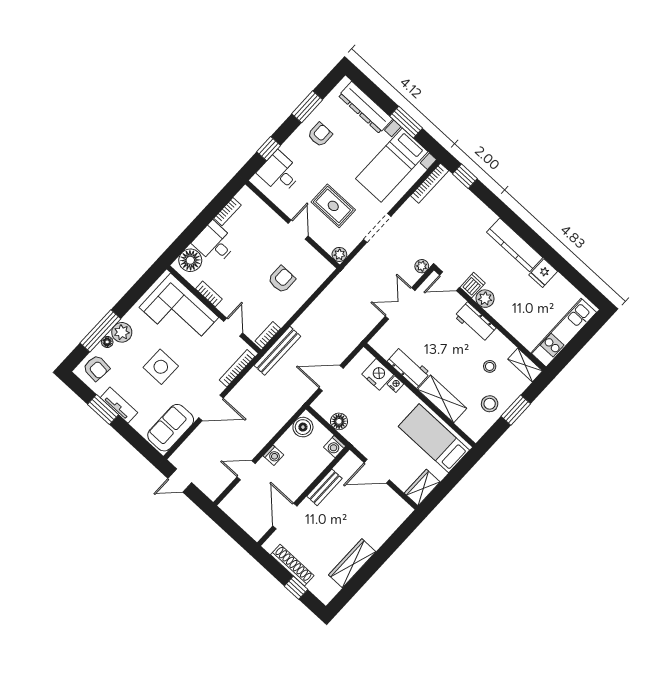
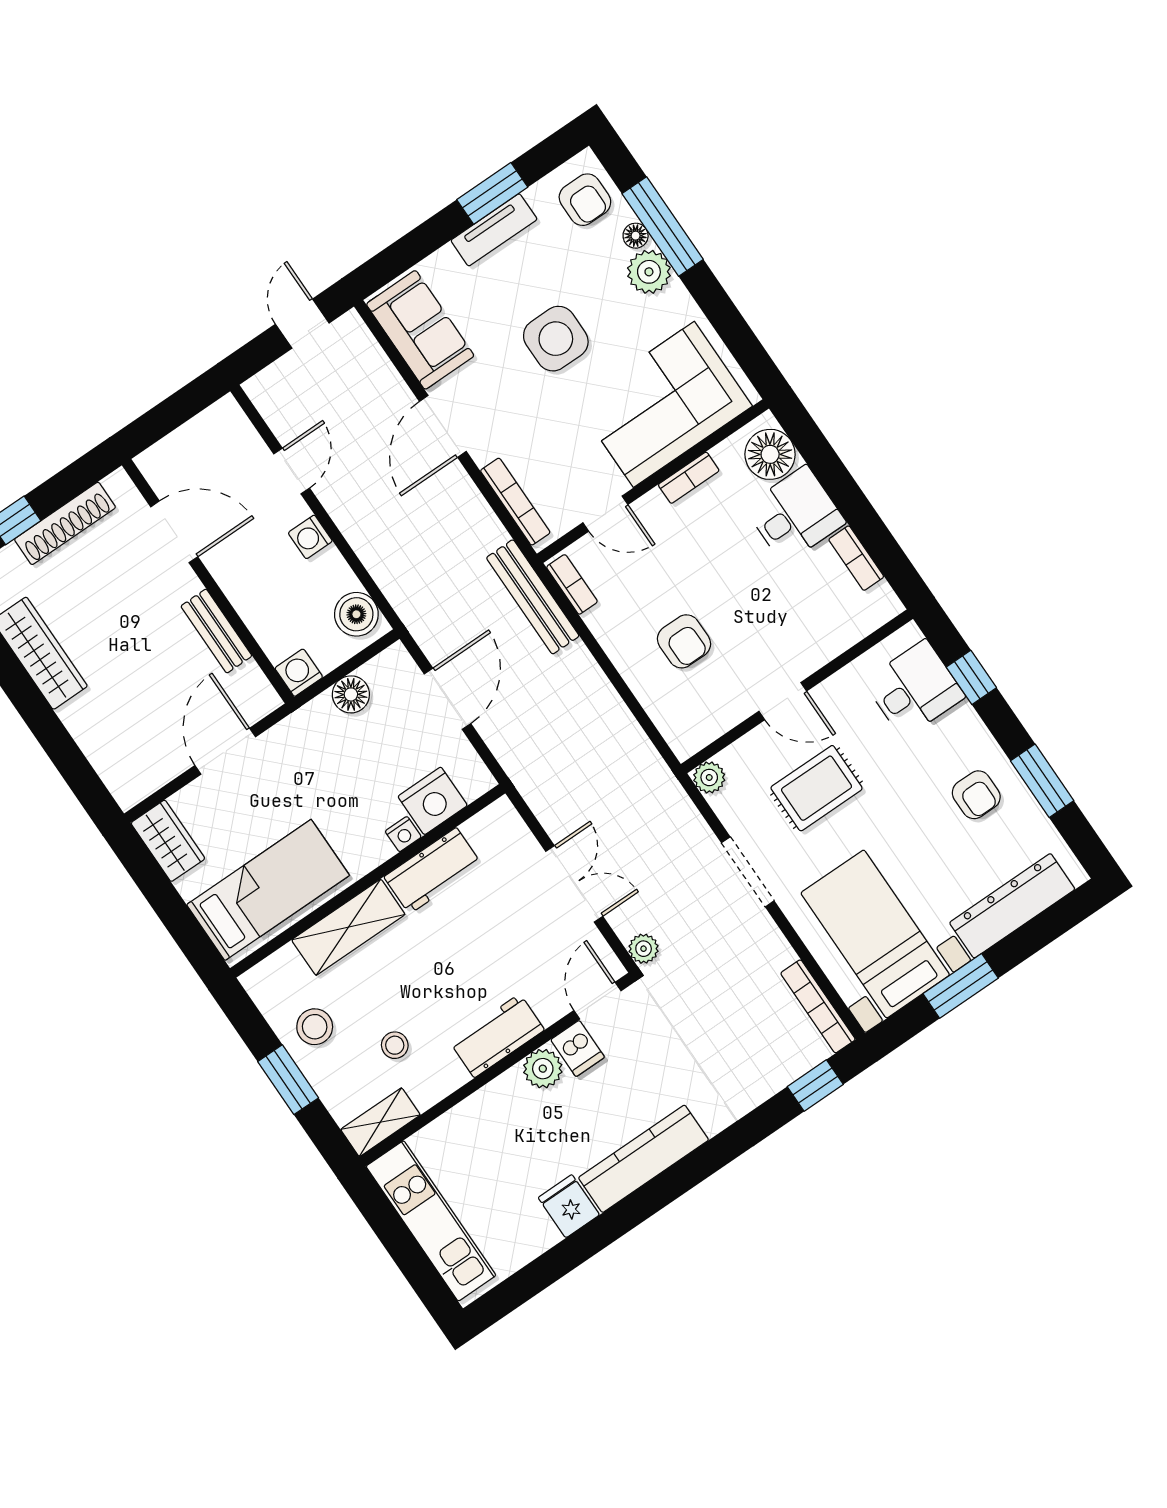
armchair: (96, 368) -> (585, 200), turned -95

